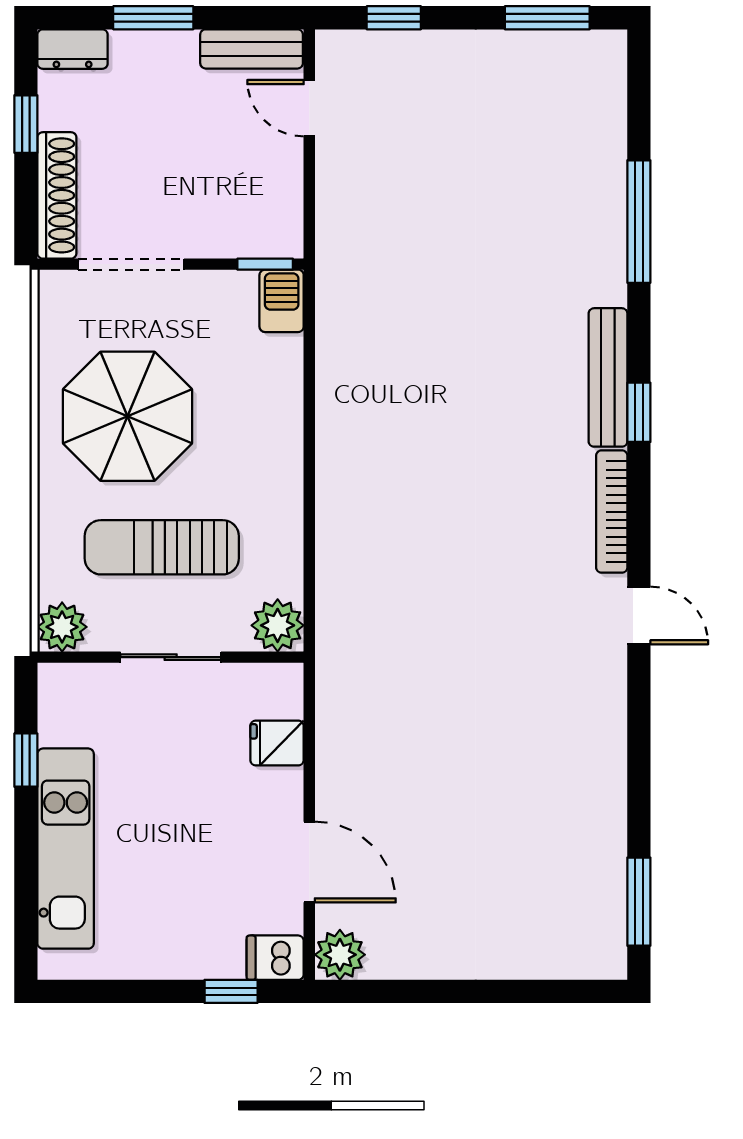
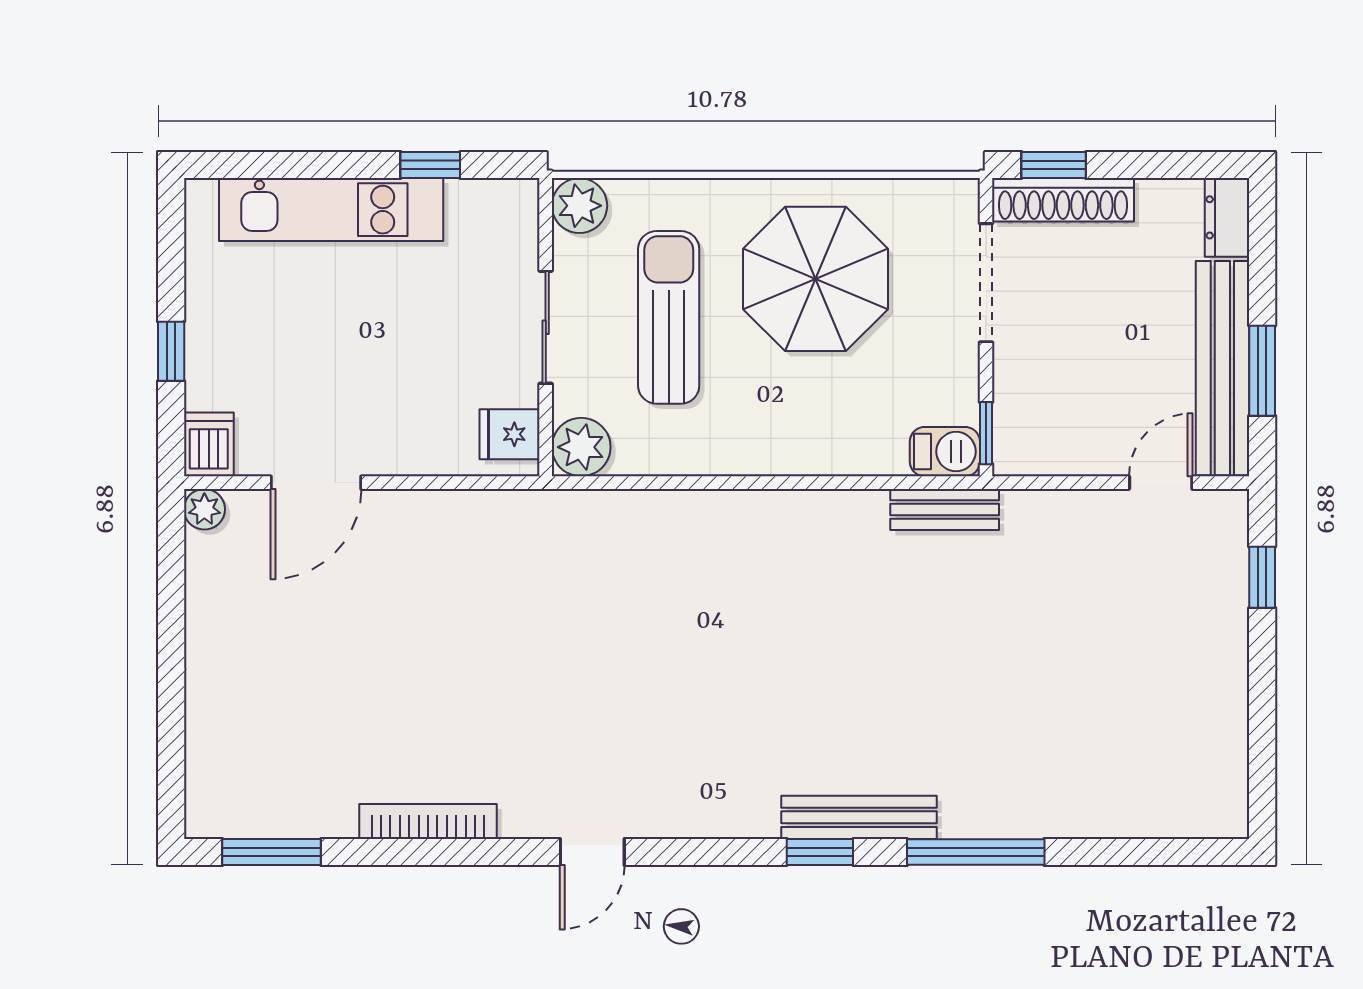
window: (153, 18) -> (1262, 371), moved
window: (547, 18) -> (1262, 749), removed
bench: (252, 49) -> (1222, 368), width x1.86, depth x1.21
window: (26, 124) -> (1054, 165), moved
window: (639, 222) -> (976, 852), moved
bench: (333, 301) -> (945, 510), added
bookcase: (612, 512) -> (428, 821), moved
fridge: (277, 743) -> (510, 434), moved, turned -90
plant: (340, 955) -> (204, 509), width x0.73, depth x0.73
window: (231, 991) -> (171, 351), moved

